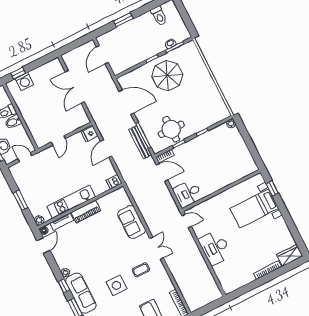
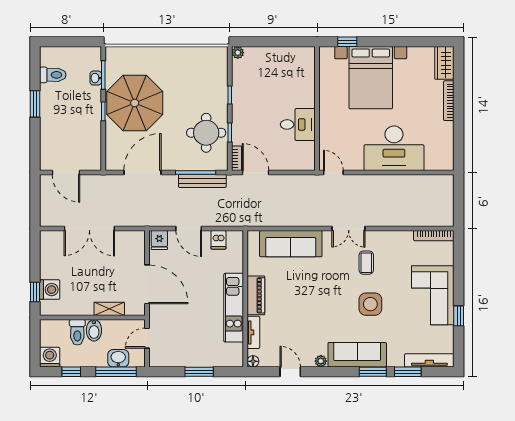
window: (124, 20) -> (35, 104), moved
parasol: (167, 75) -> (135, 103), width x1.36, depth x1.36
shelving: (31, 125) -> (109, 309), added
door: (58, 140) -> (147, 284), width x1.87
door: (162, 172) -> (255, 172), hinge flipped
dishwasher: (114, 182) -> (218, 240), moved
desk: (188, 194) -> (298, 124), moved, turned -90
bed with nightstands: (254, 208) -> (371, 78), width x1.36
plant: (39, 220) -> (237, 361), removed
door: (187, 221) -> (333, 172), hinge flipped
sofa: (132, 222) -> (291, 244), width x1.36
door: (43, 245) -> (290, 372), moved
double door: (157, 248) -> (349, 229), swing flipped
desk: (215, 248) -> (394, 148), width x1.36, depth x1.30
window: (64, 286) -> (337, 372), removed

